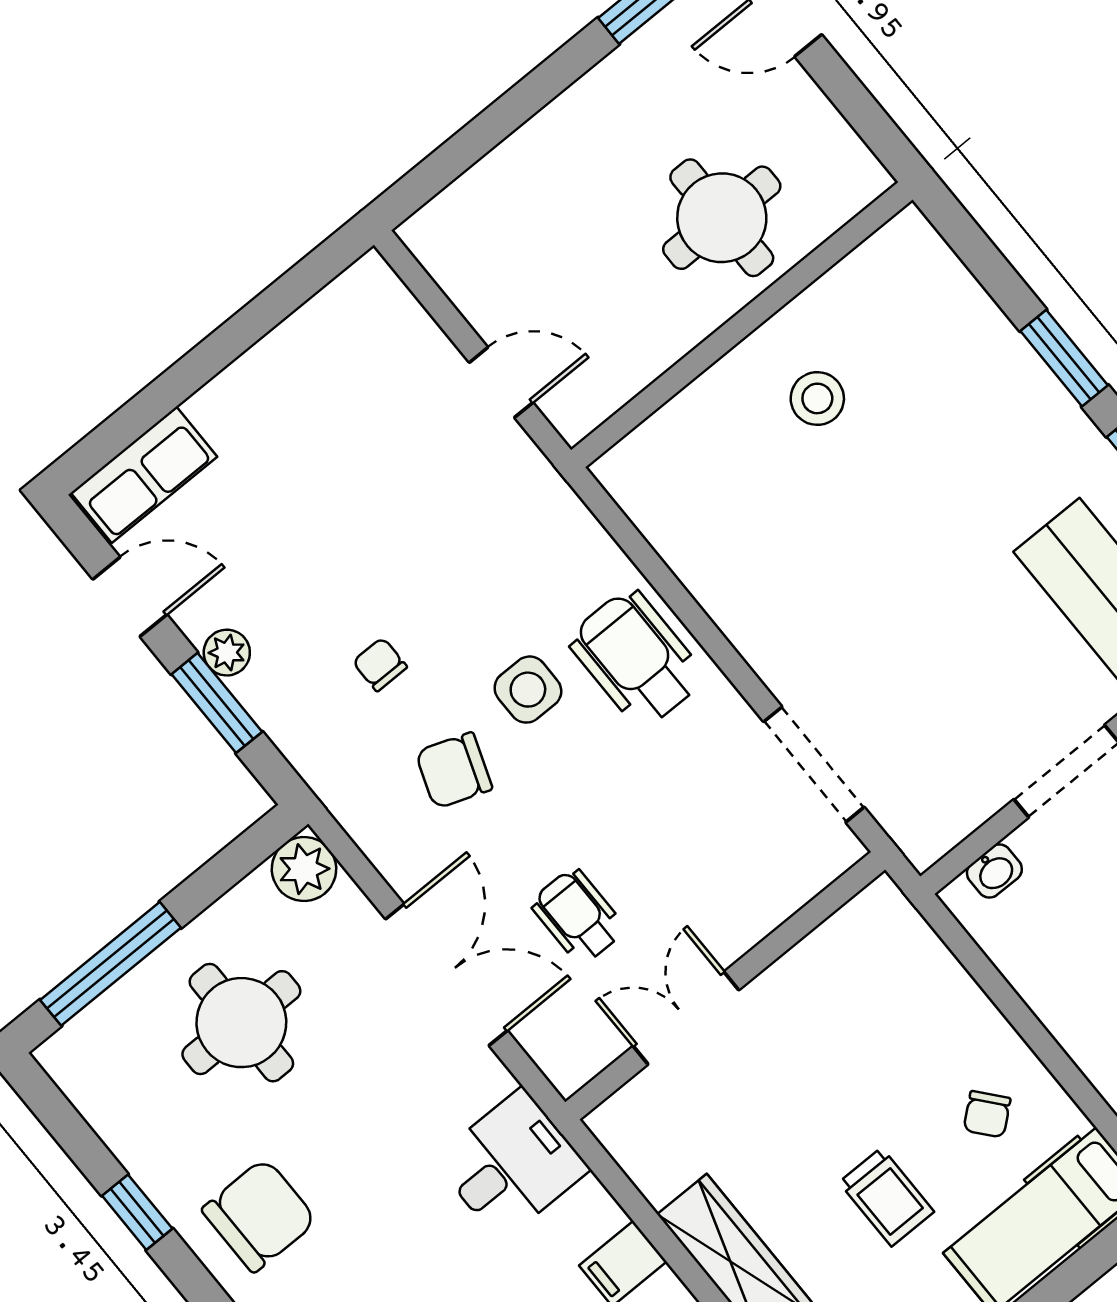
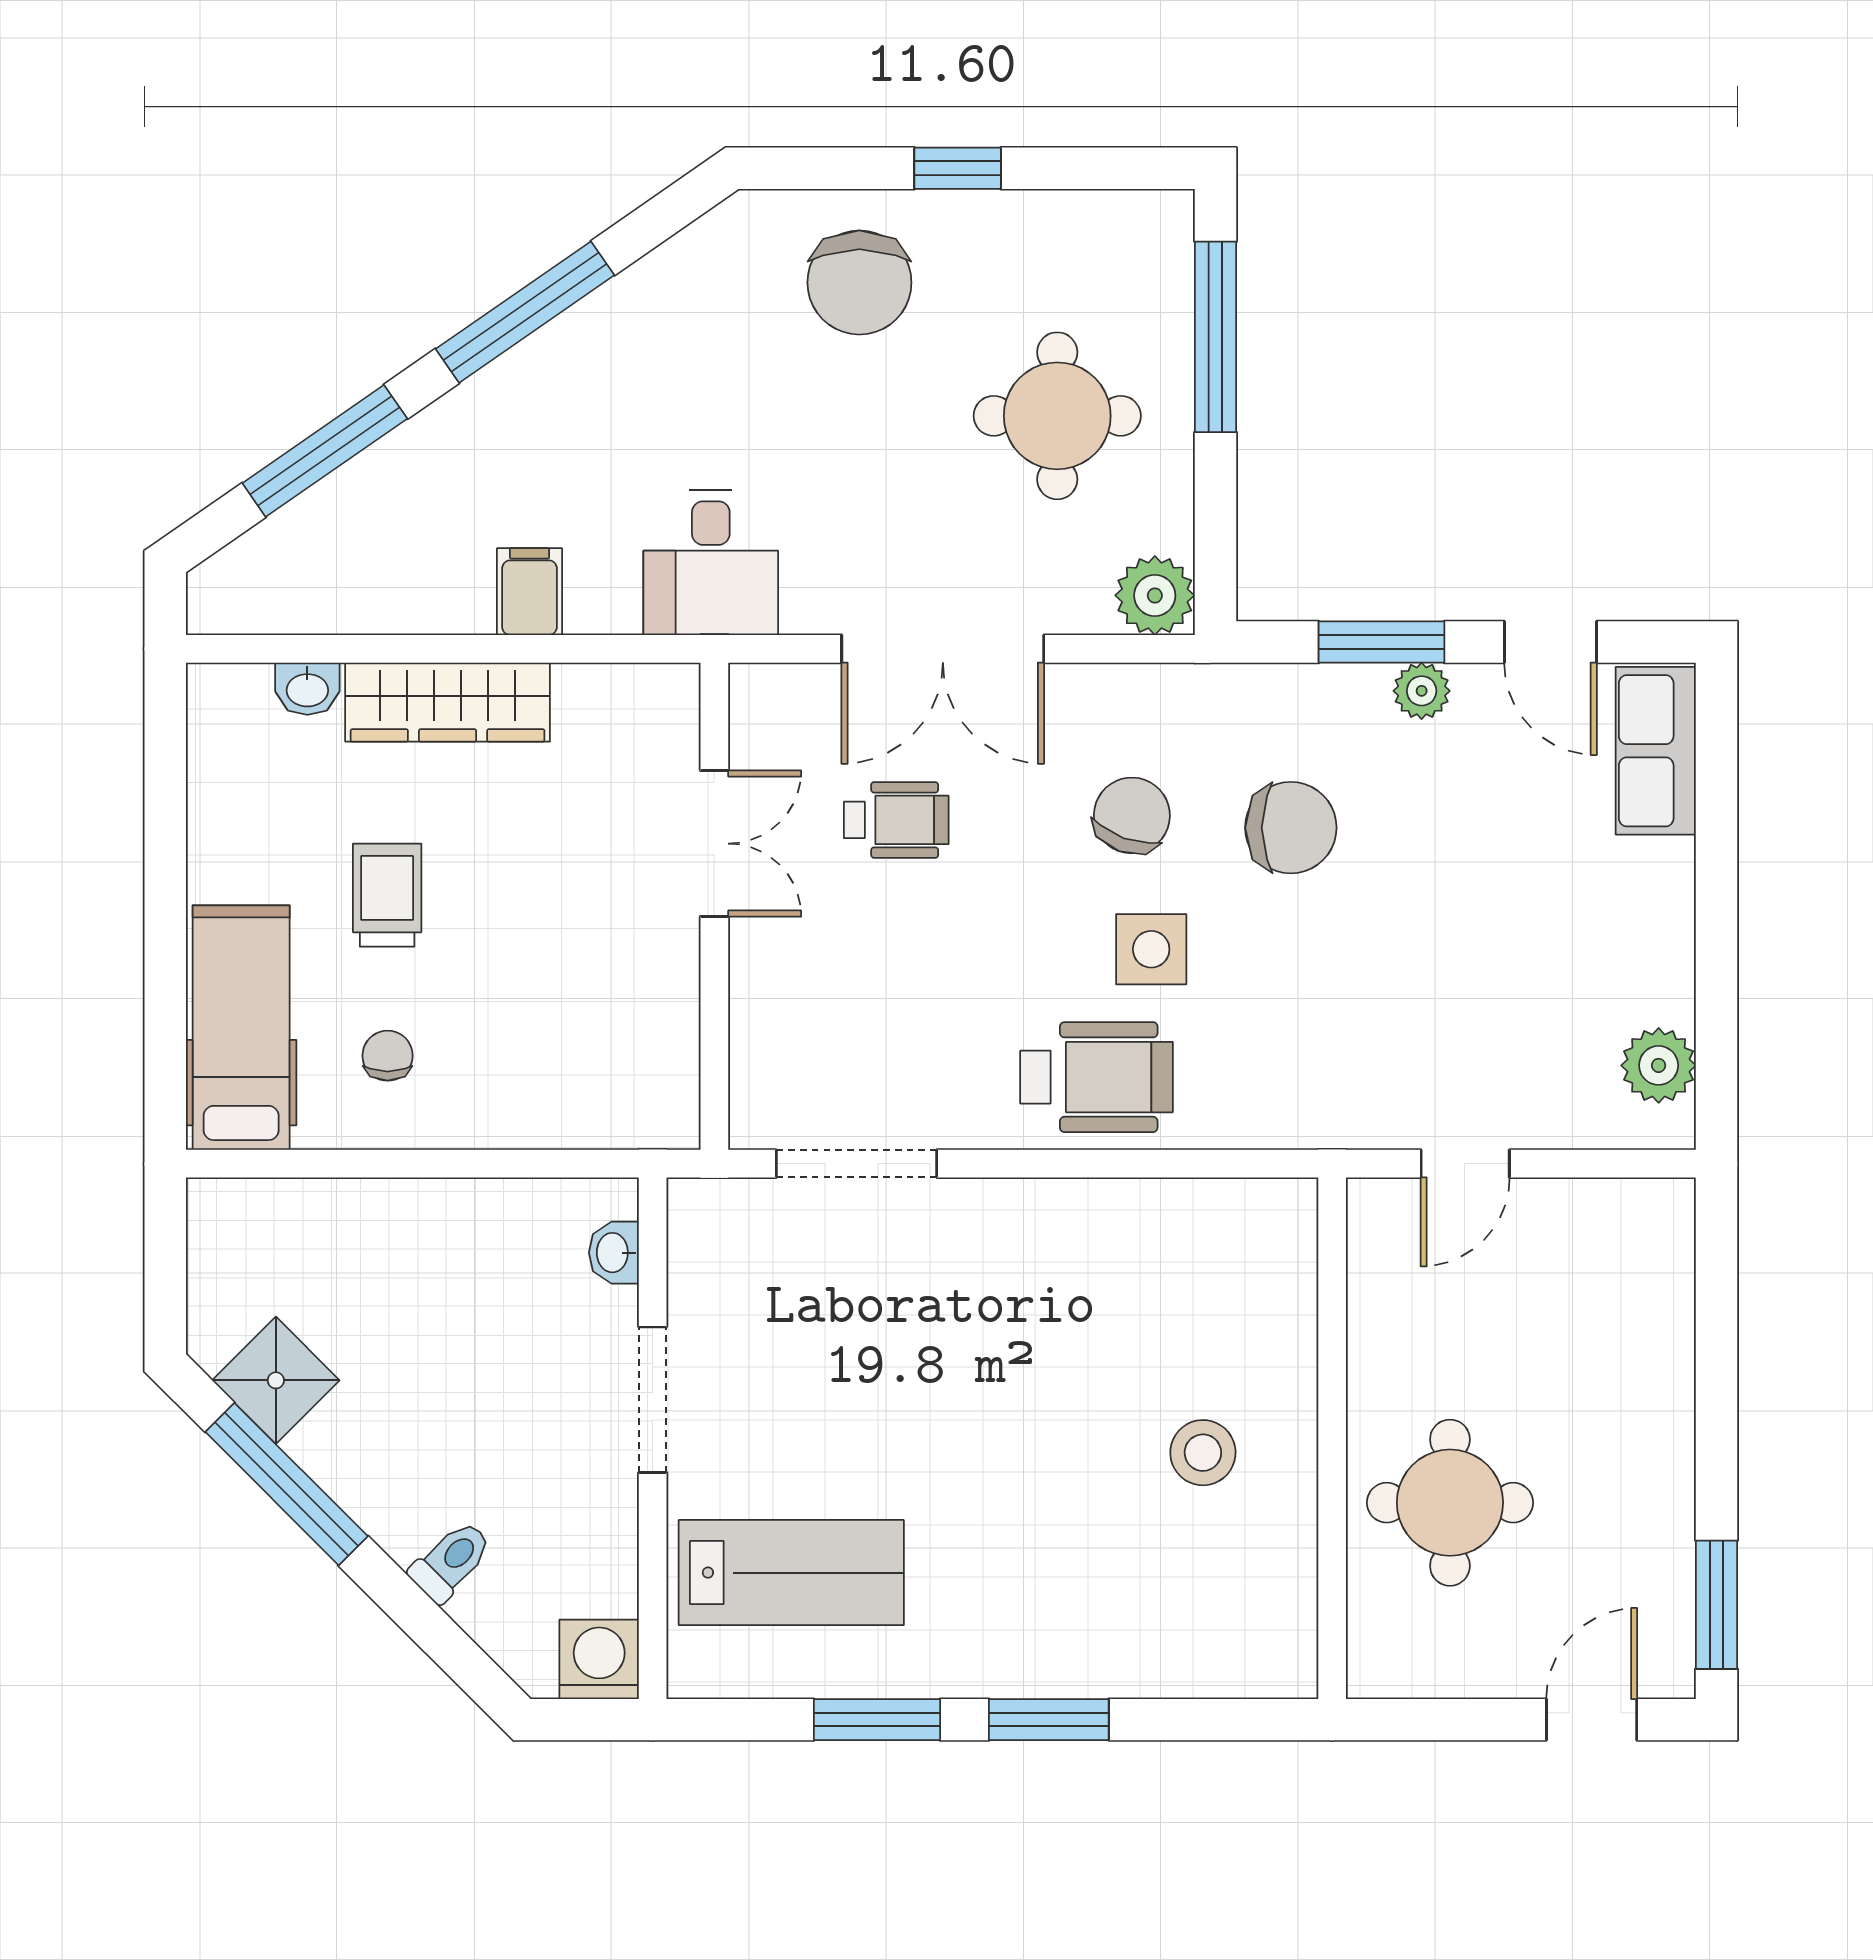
plant: (340, 311) -> (1659, 1065), added
door: (130, 597) -> (1550, 642), hinge flipped
chair: (380, 664) -> (1291, 828), width x1.87, depth x1.87
chair: (987, 1114) -> (388, 1056), turned 40
trolley: (886, 1197) -> (387, 895), turned 90

